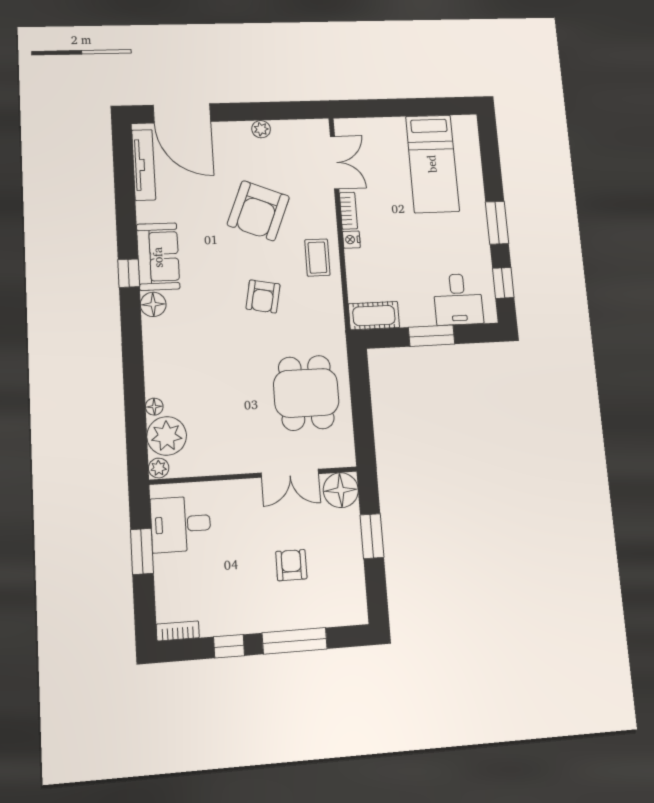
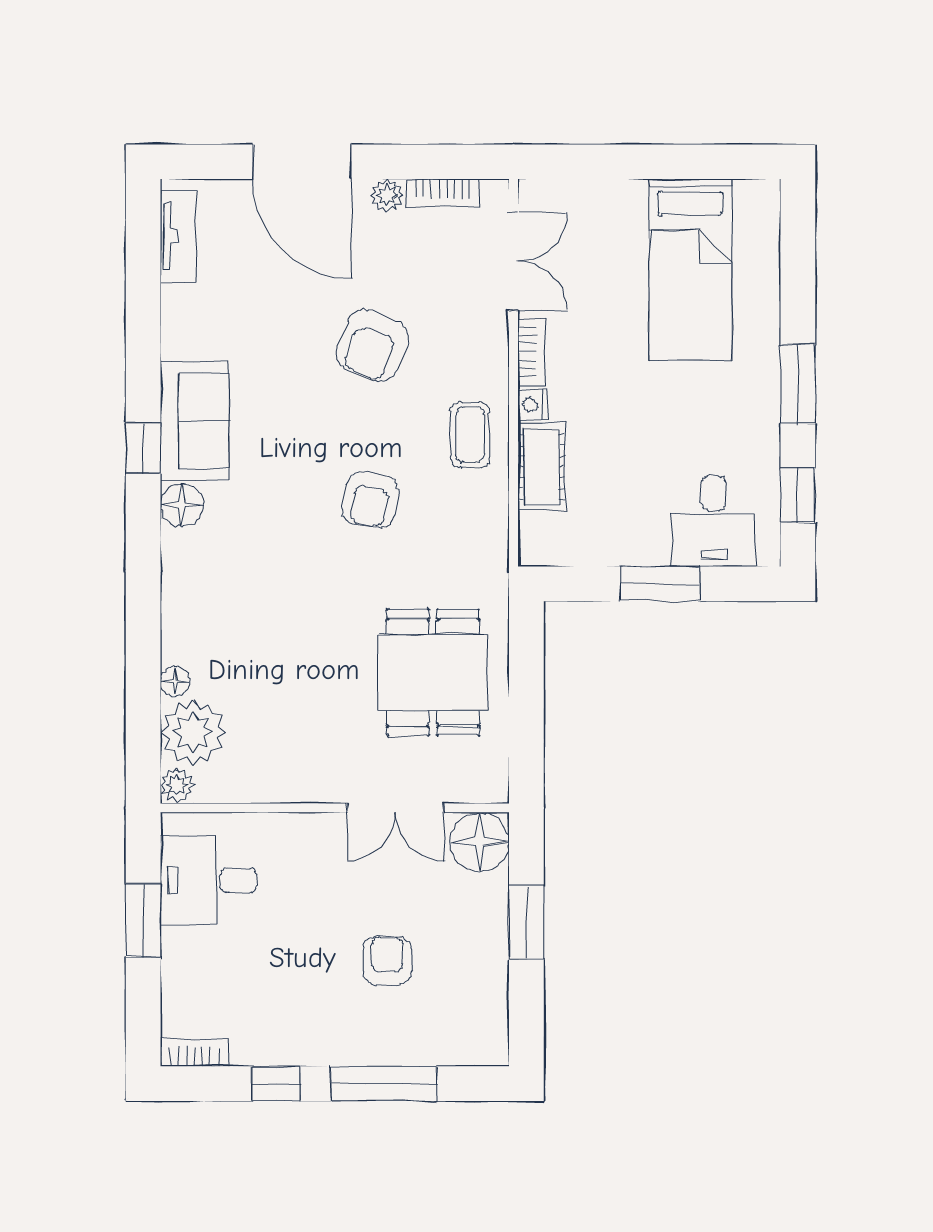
door: (182, 113) -> (302, 162), moved
bookcase: (292, 127) -> (443, 193), added
tv unit: (144, 165) -> (178, 236), width x0.71
armchair: (258, 211) -> (372, 346), width x0.73, depth x0.73
cot: (374, 316) -> (541, 467), moved, turned 90

